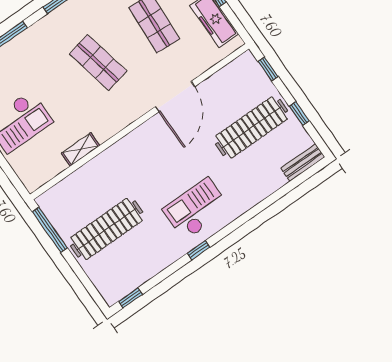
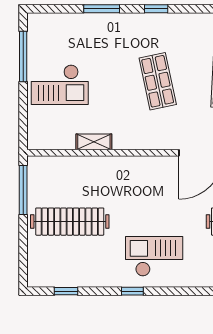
window: (130, 298) -> (66, 291), moved

